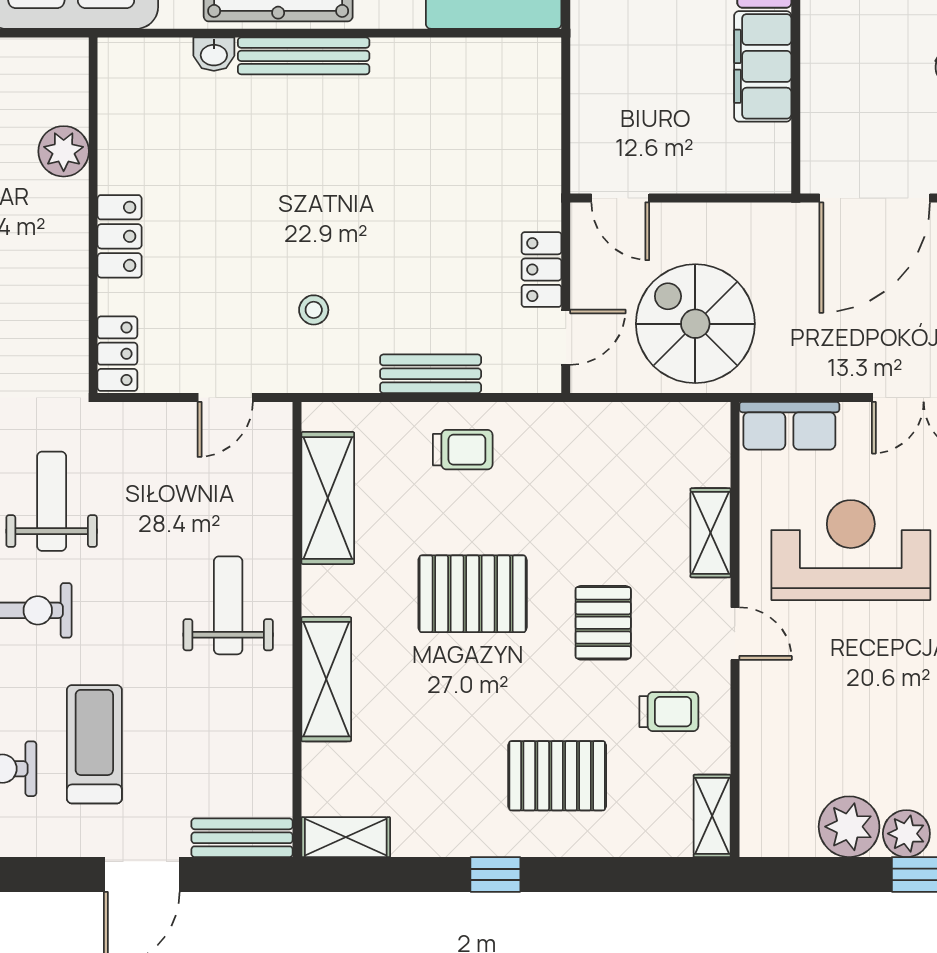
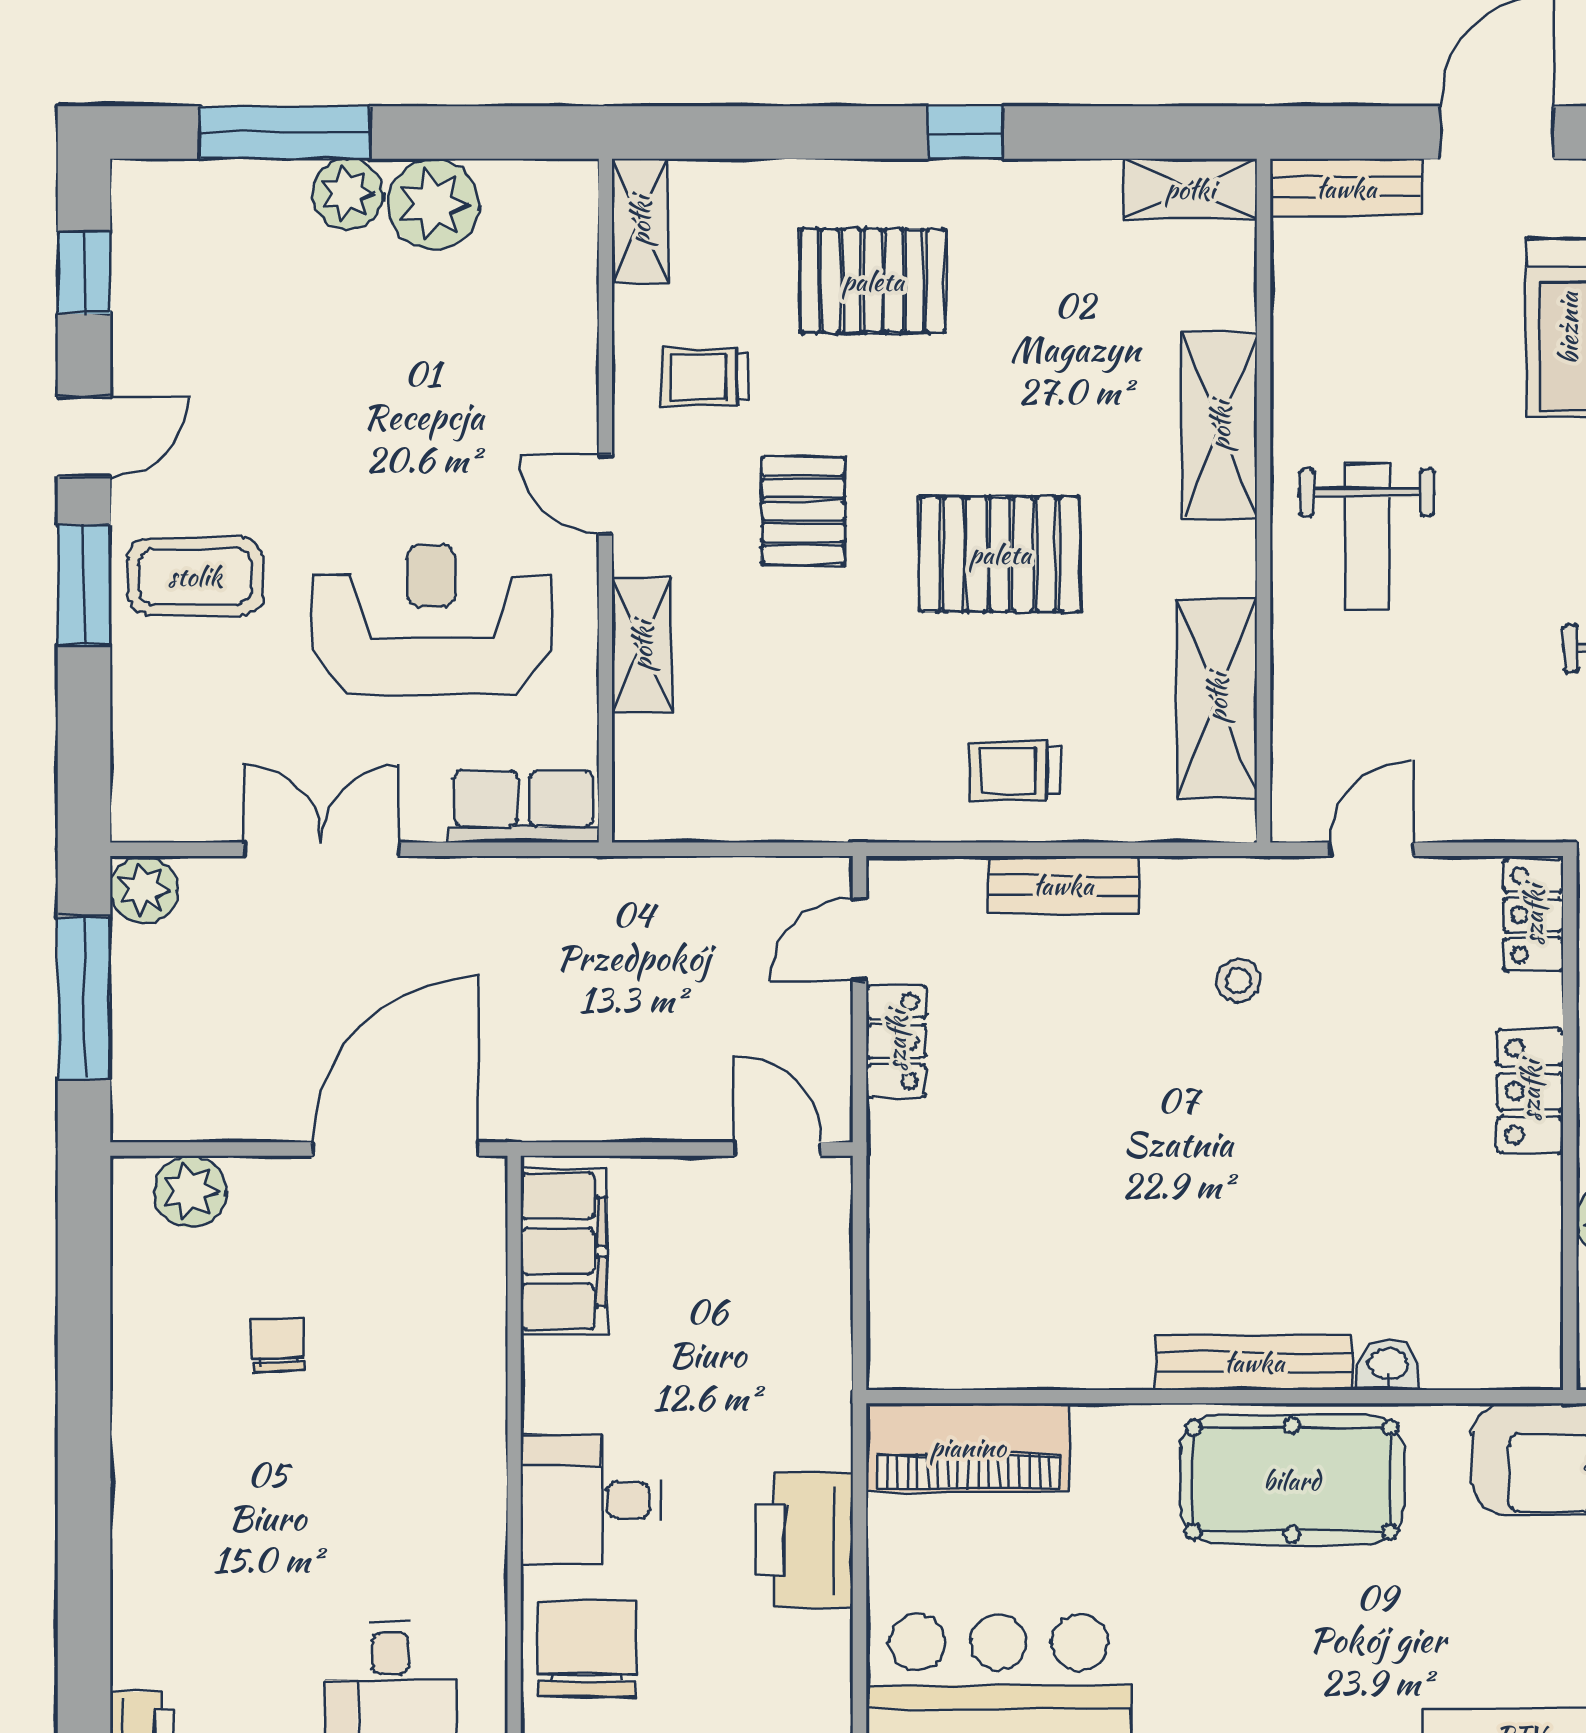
filing cabinet: (763, 66) -> (564, 1251), moved
spiral stairs: (695, 324) -> (665, 960), removed
reception desk: (851, 550) -> (431, 620), turned 180

